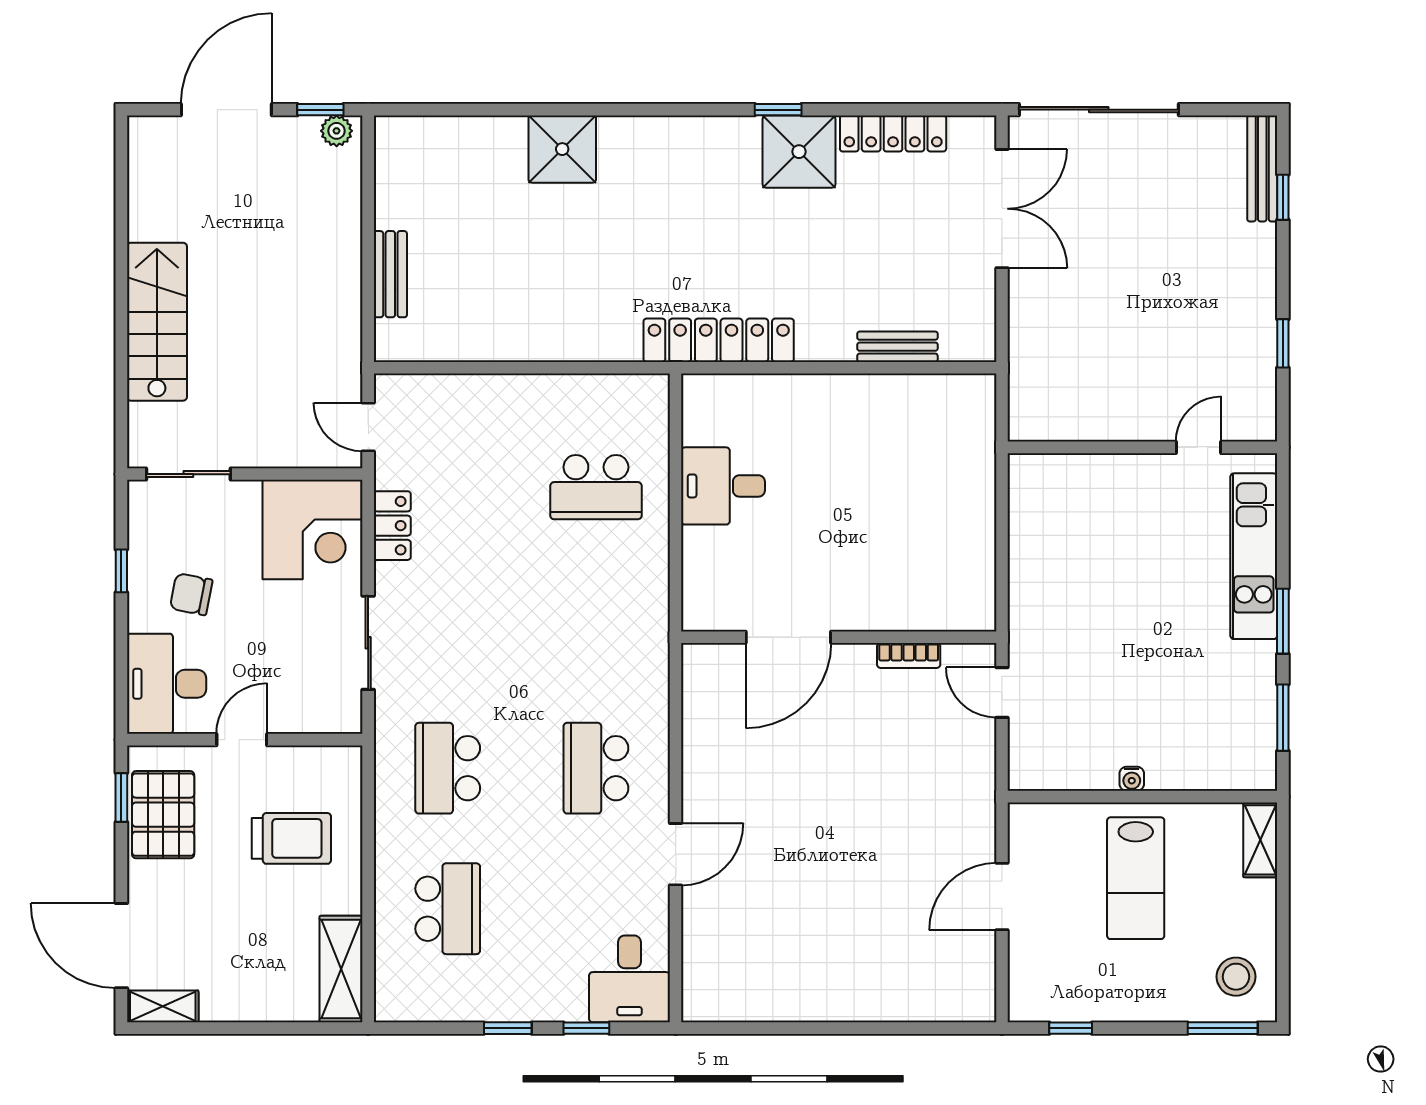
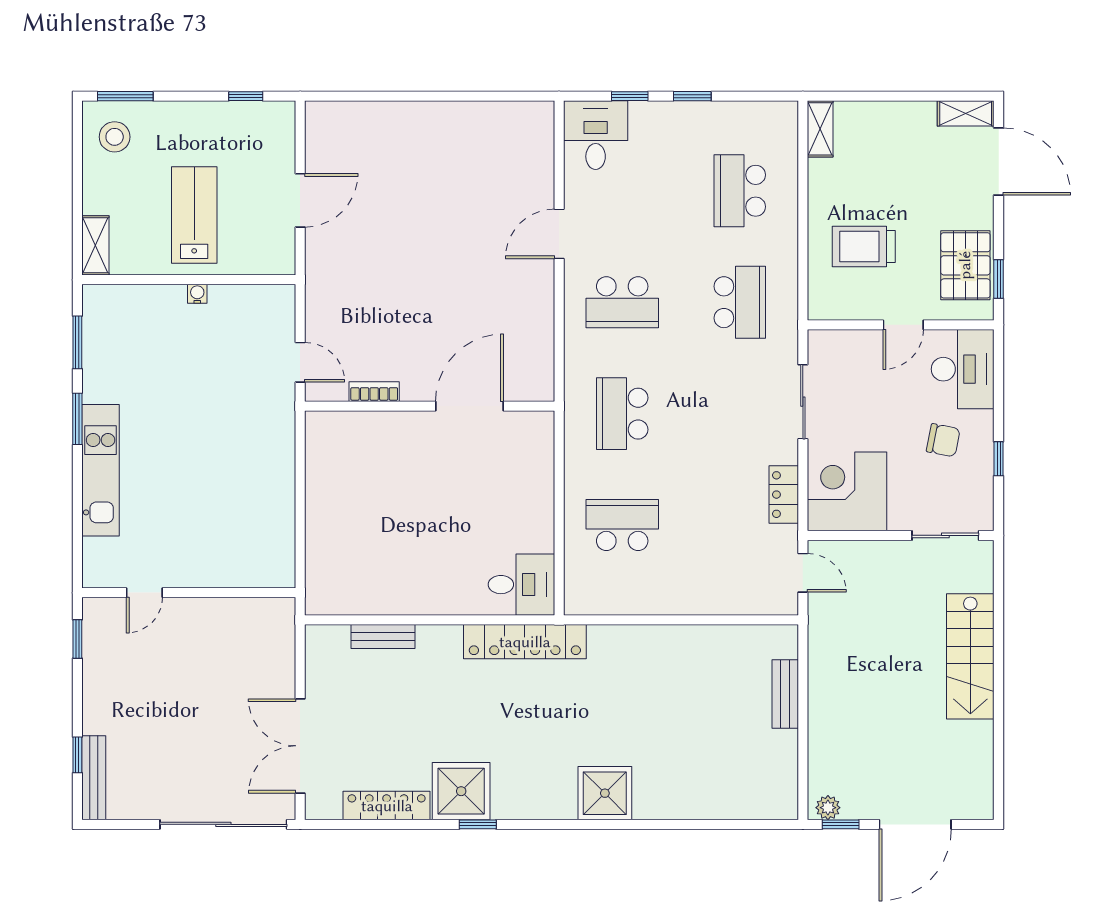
shower: (562, 149) -> (605, 793), moved
wall: (1142, 447) -> (189, 593), moved
door: (1198, 447) -> (144, 593), moved
desk: (723, 486) -> (521, 585), moved
school desk: (596, 628) -> (622, 414), added
school desk: (596, 768) -> (622, 302), turned 90
shelving: (341, 969) -> (820, 129), width x0.67, depth x0.75

